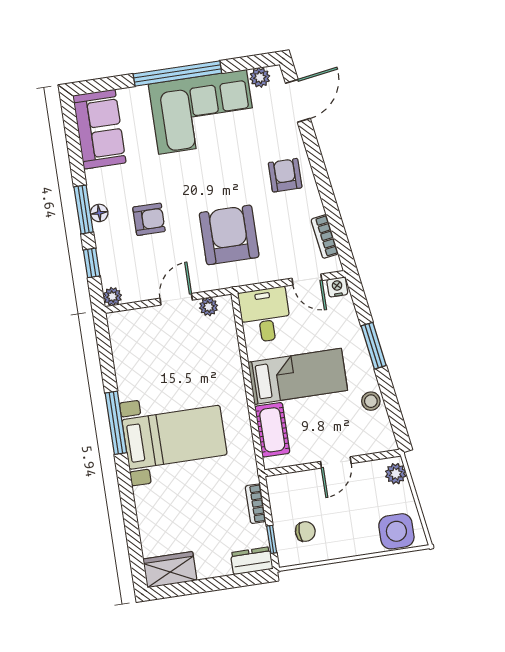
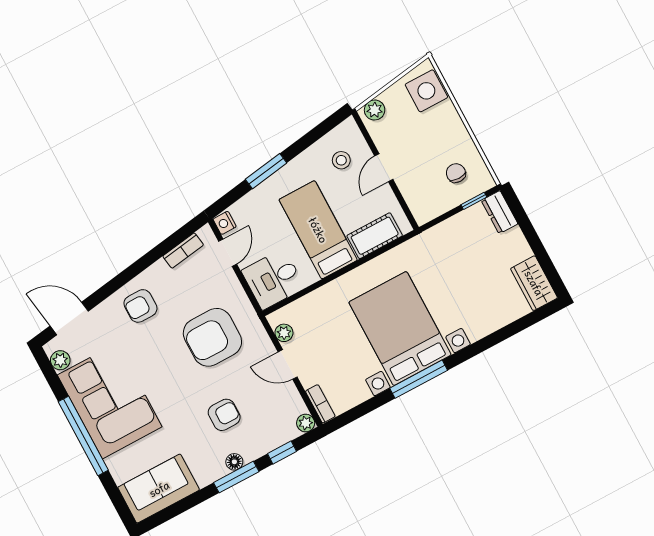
armchair: (149, 219) -> (224, 415), turned 90
stool: (371, 401) -> (341, 160), moved
bed with nightstands: (174, 437) -> (400, 328), width x1.36
door: (336, 462) -> (384, 168), swing flipped
bookcase: (255, 504) -> (320, 404), moved, turned -90

